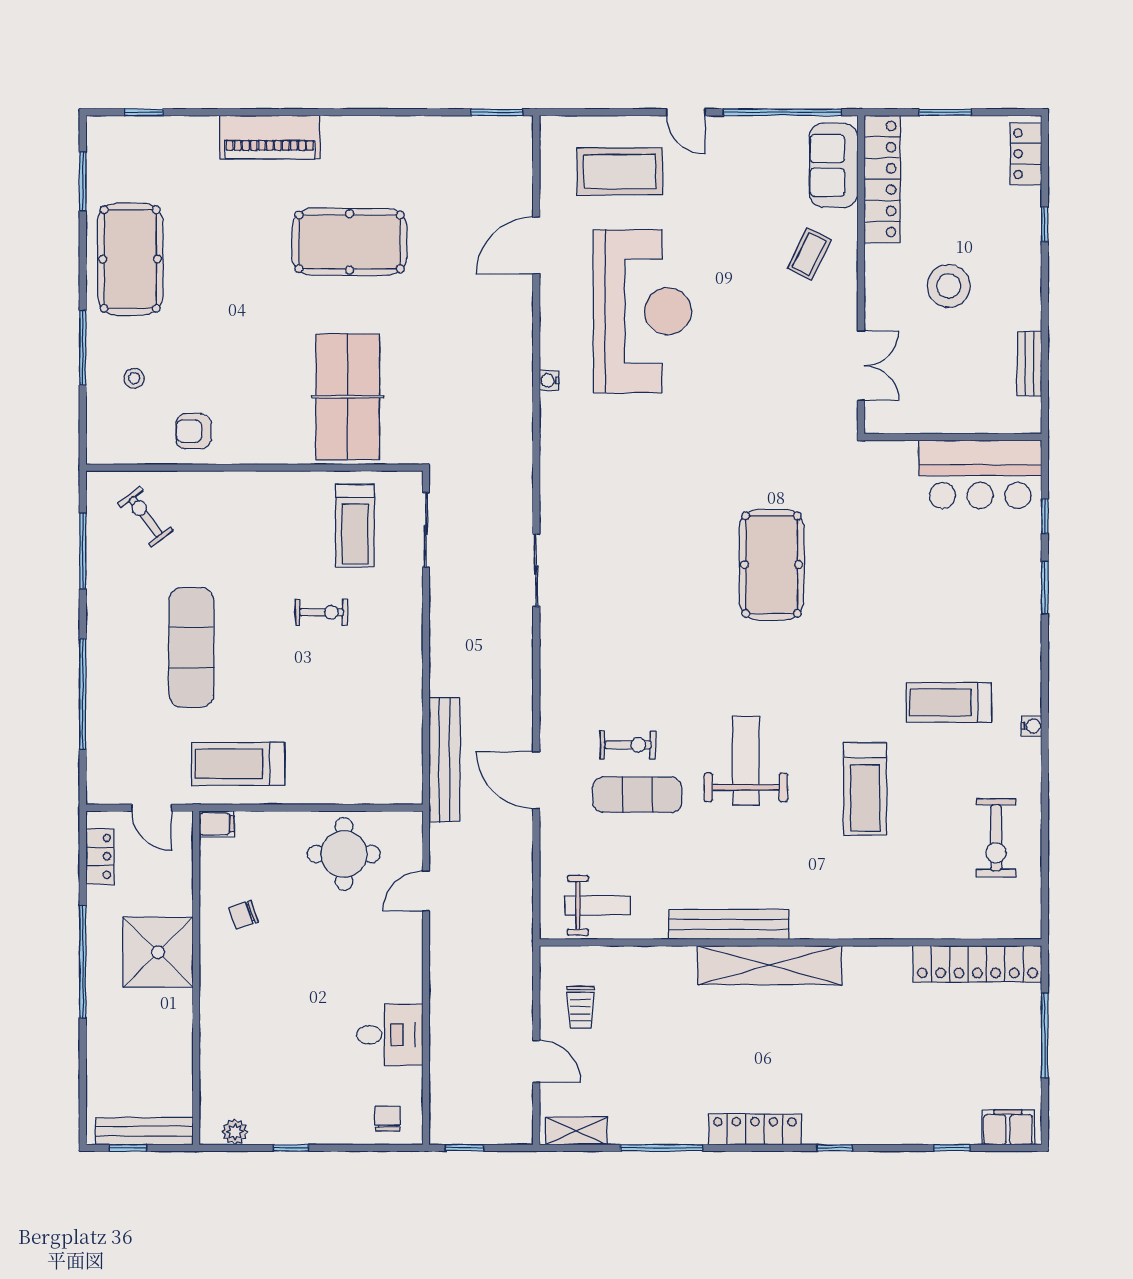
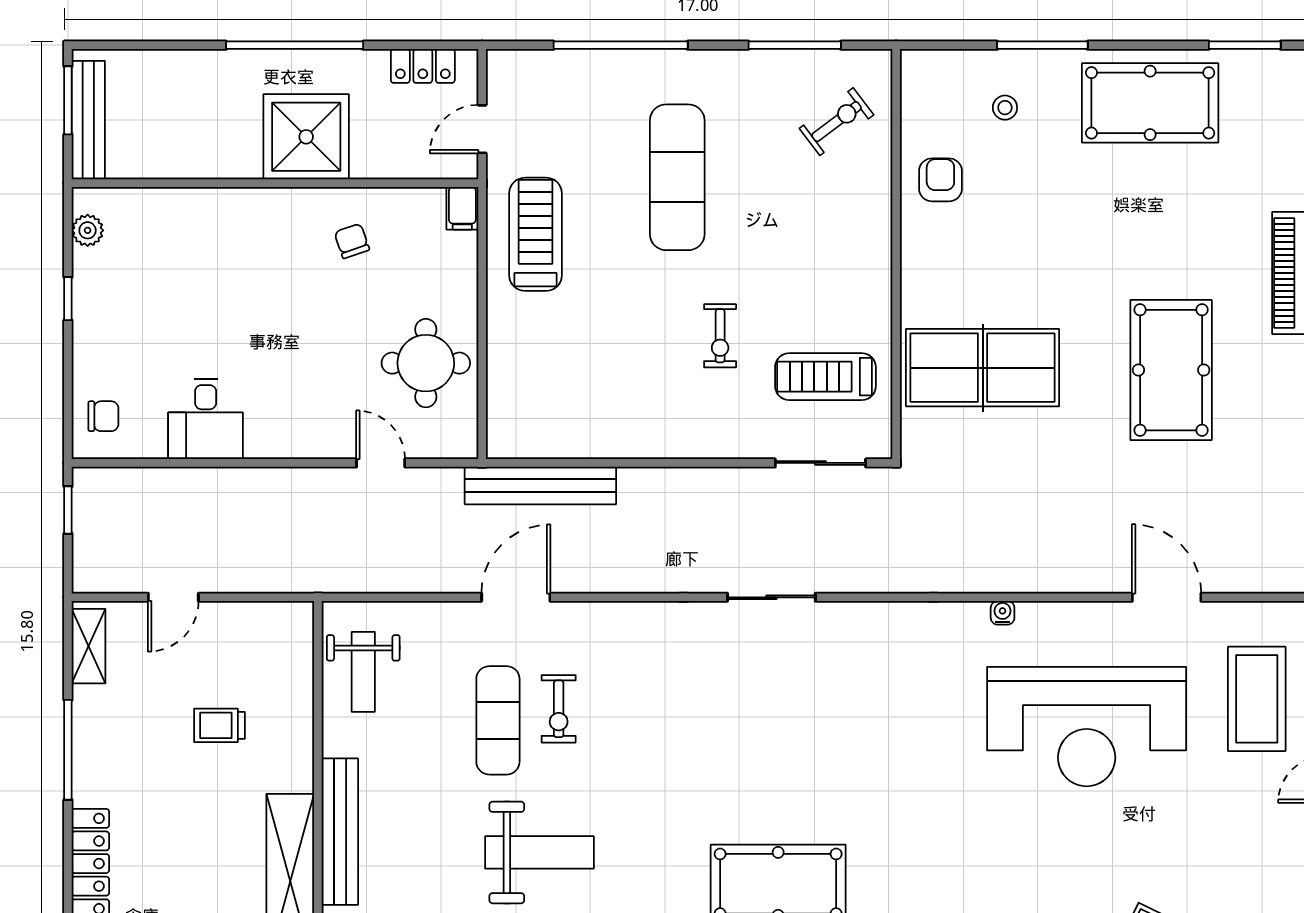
exercise mat: (191, 647) -> (677, 177), turned 90
trolley: (581, 1007) -> (219, 725), moved
window: (128, 1148) -> (68, 100), width x1.50

